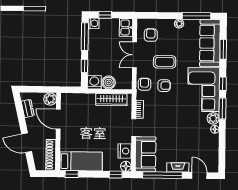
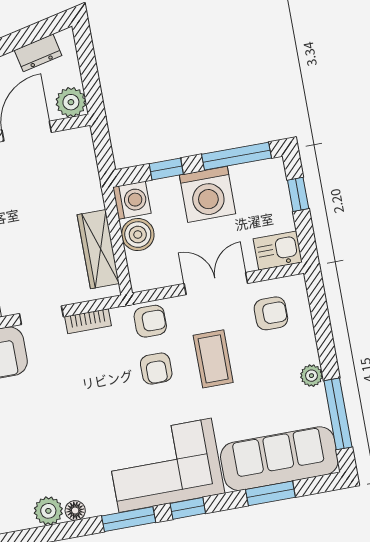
washing machine: (94, 23) -> (208, 194), moved, width x1.89, depth x1.89
plant: (213, 118) -> (48, 511), moved

